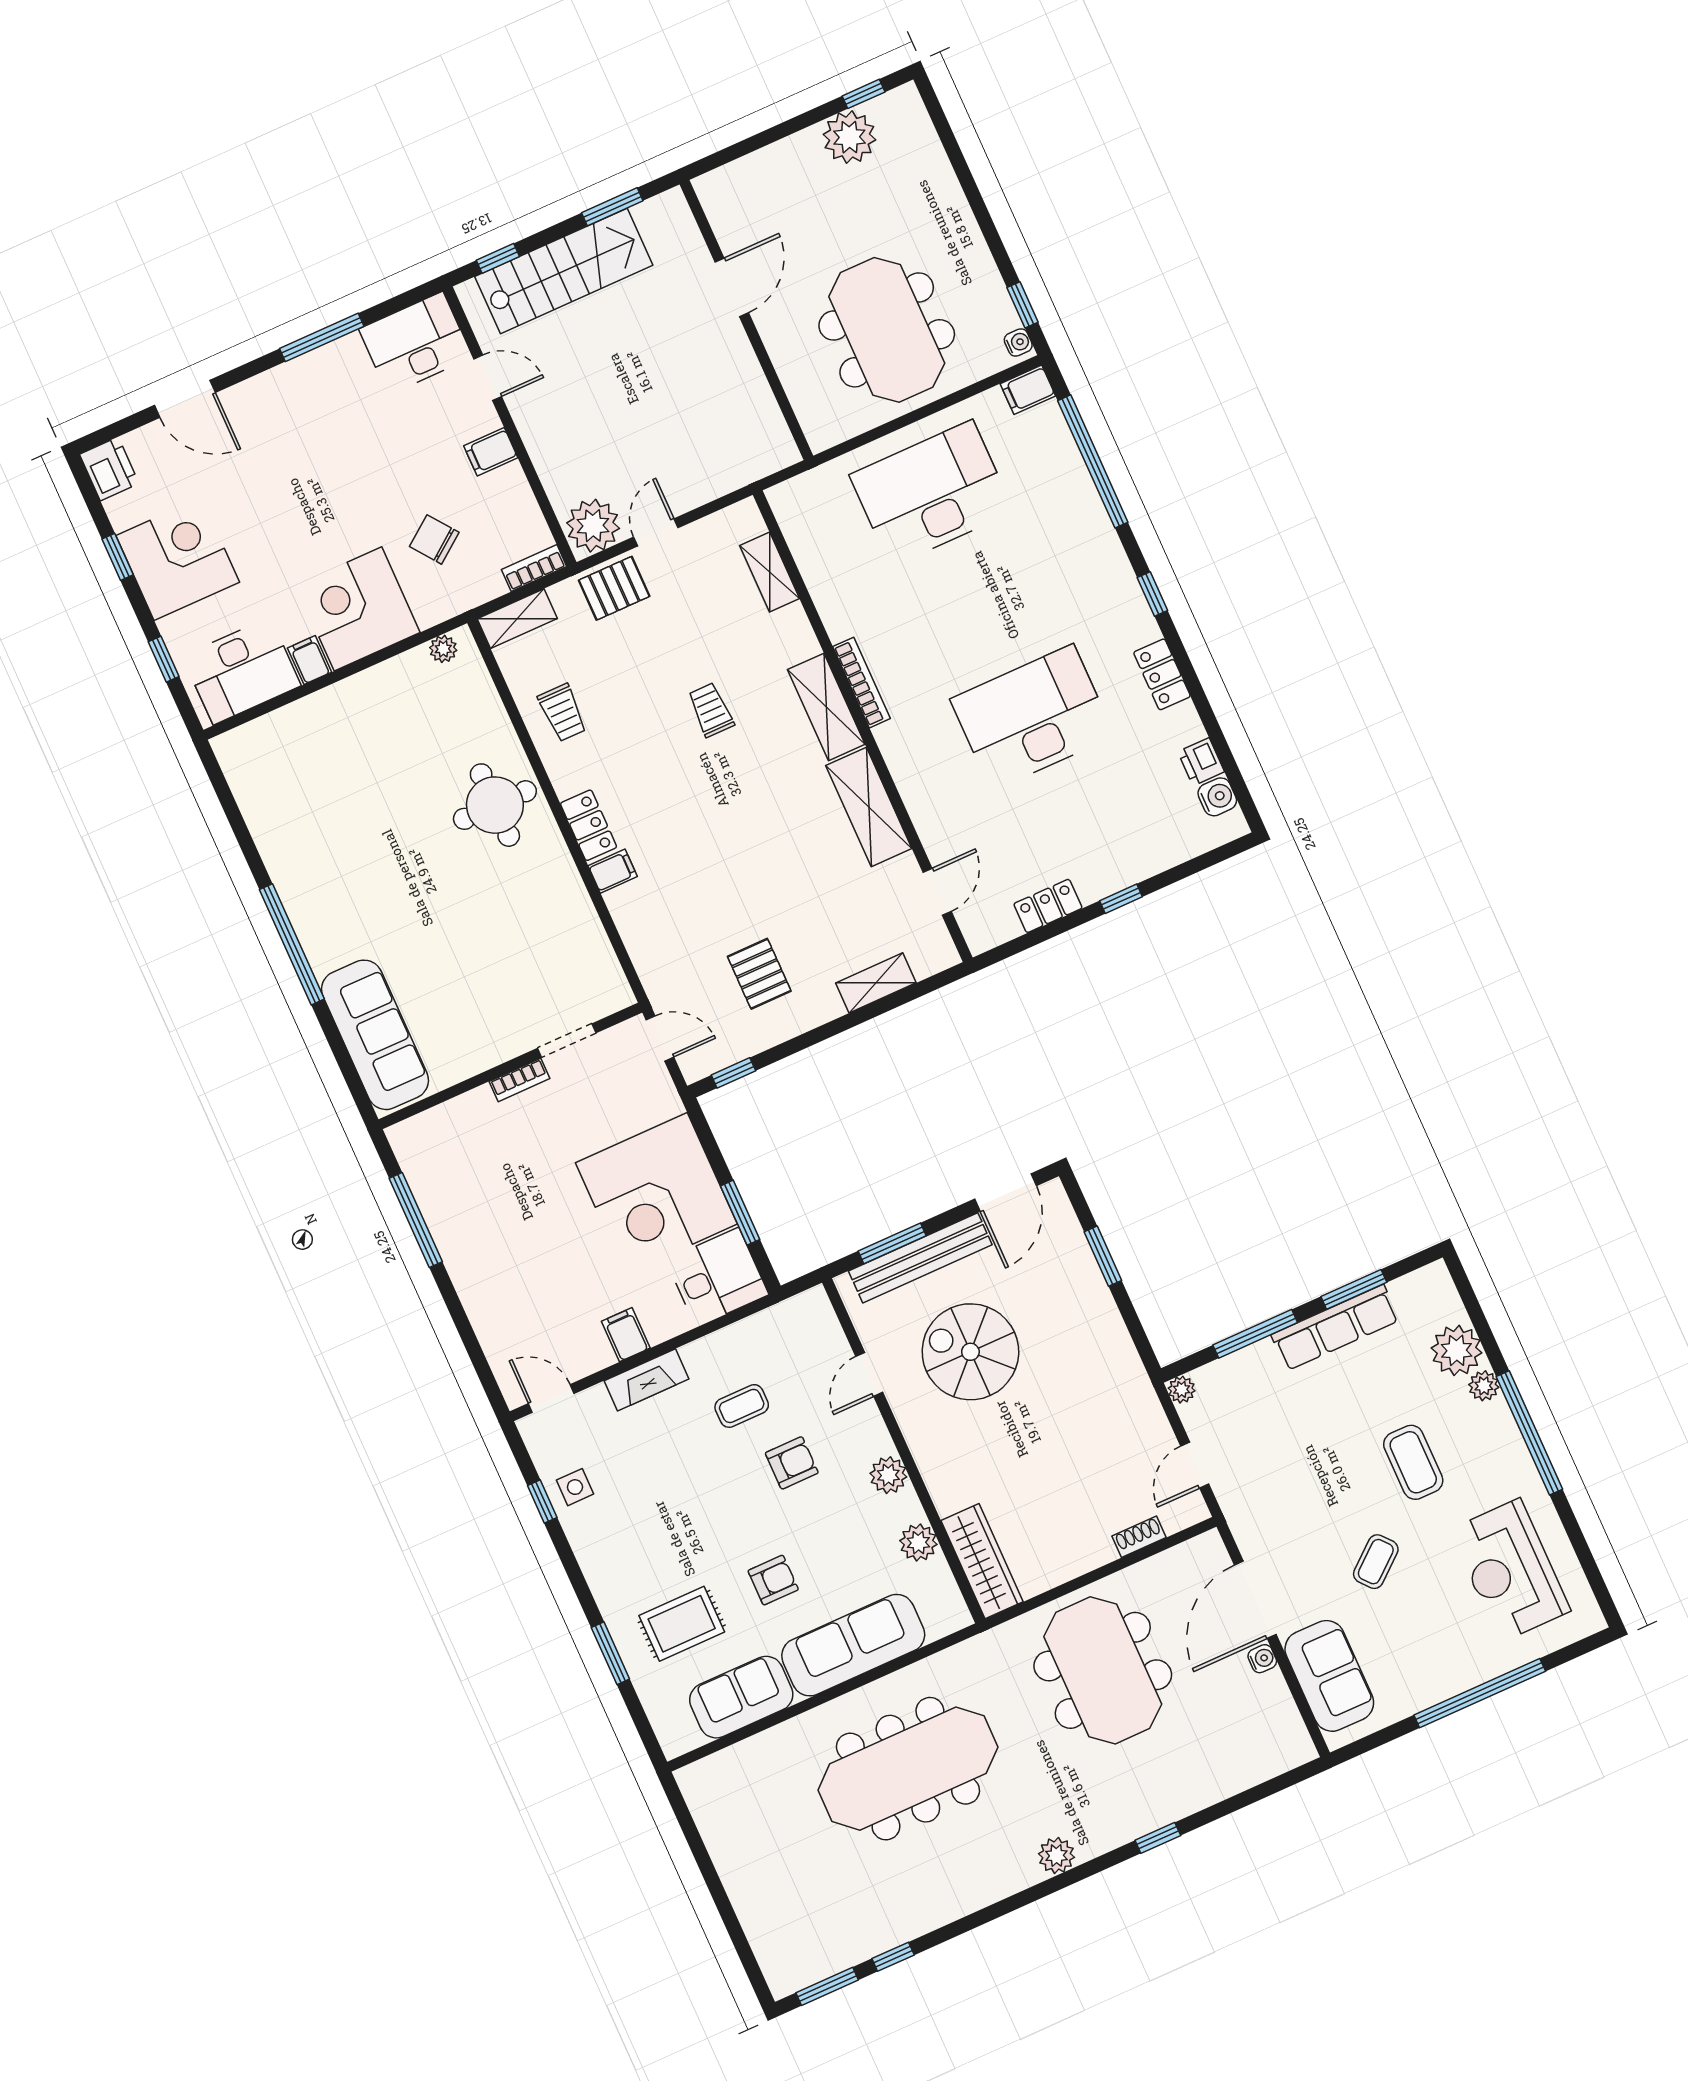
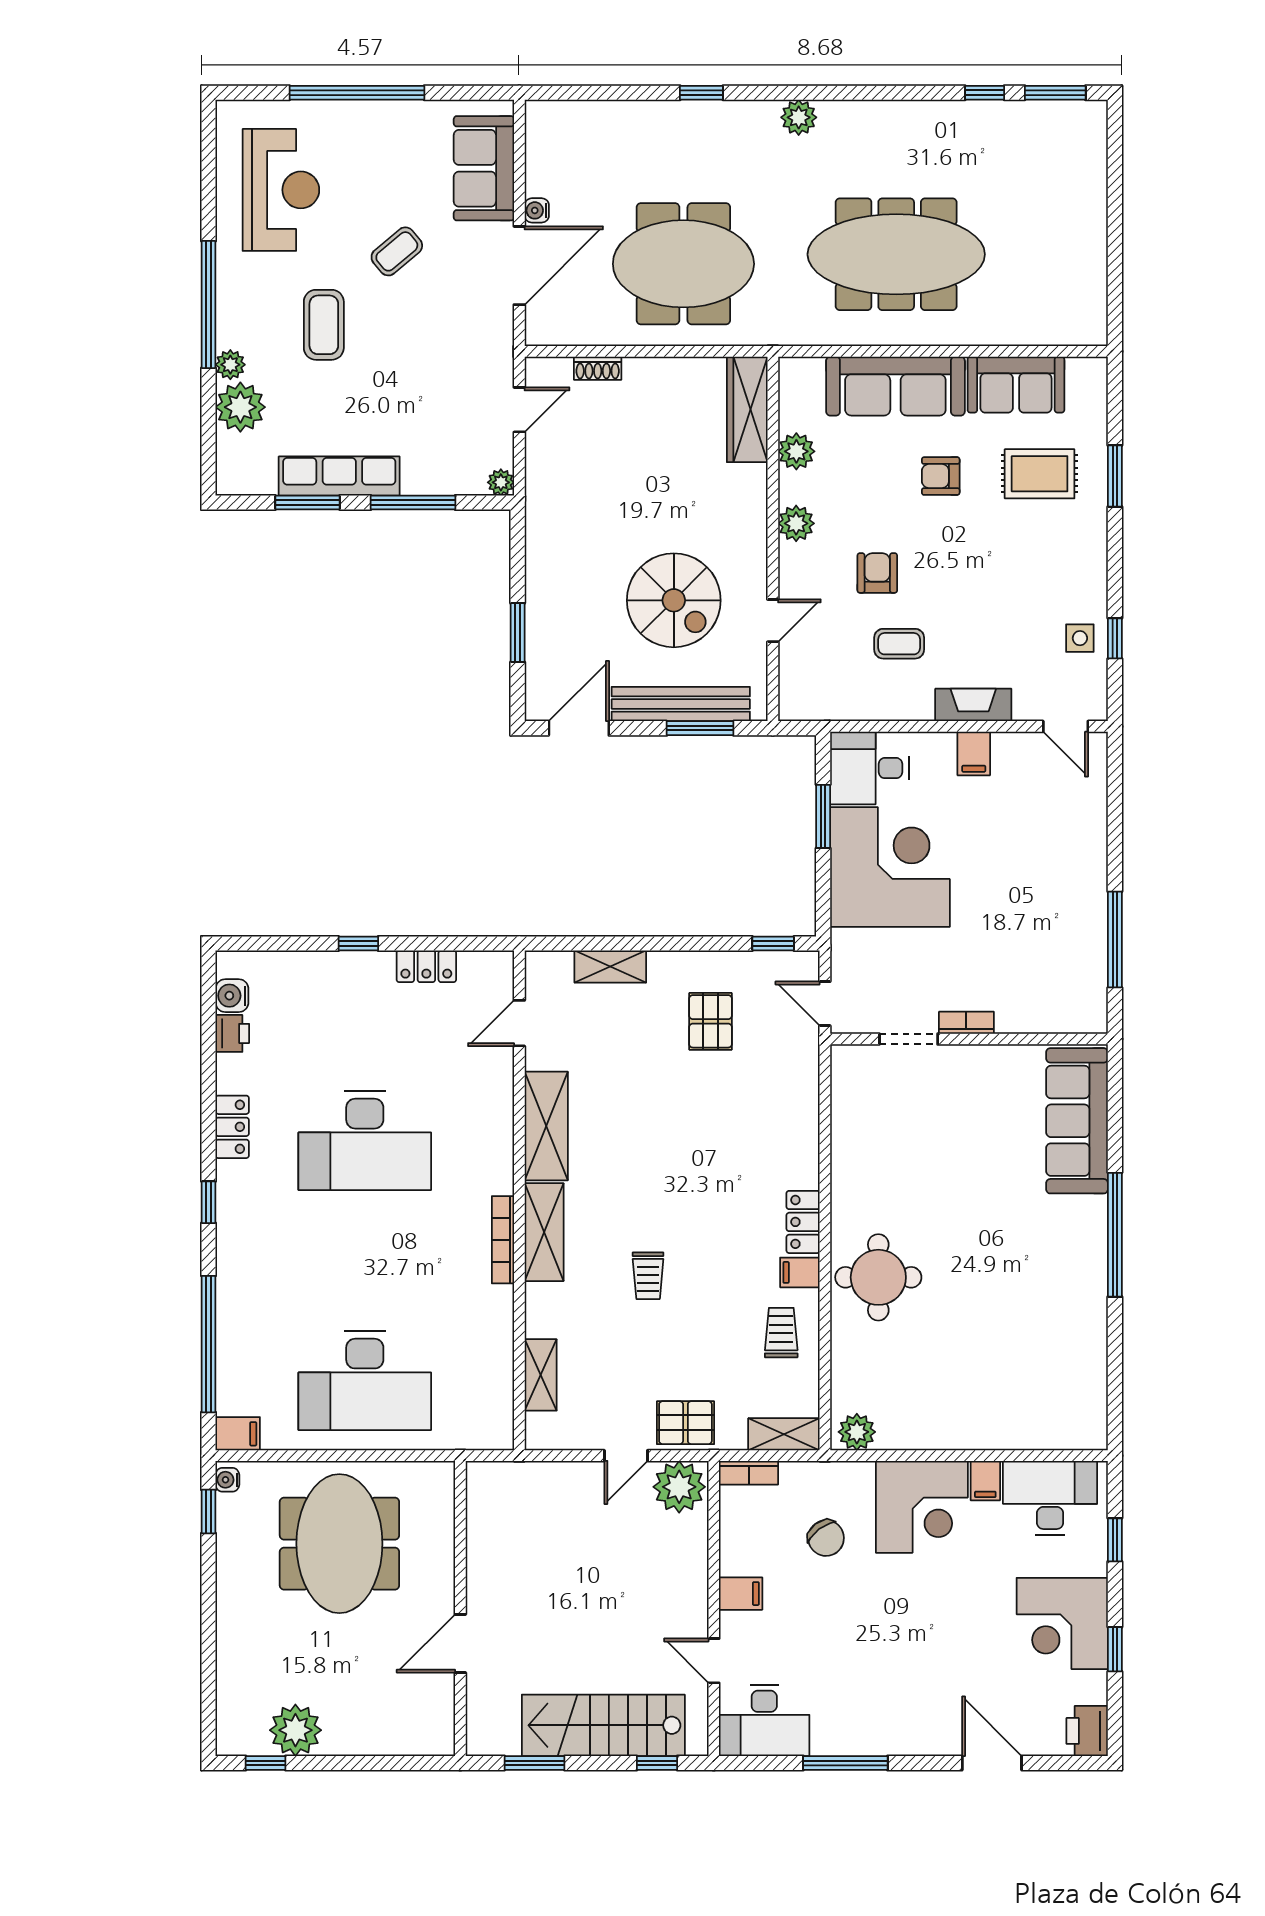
plant: (443, 649) -> (857, 1432), width x1.38, depth x1.38
filing cabinet: (613, 871) -> (800, 1272), moved
armchair: (792, 1463) -> (877, 573), turned 90
meeting table: (1103, 1670) -> (683, 264), turned 90

